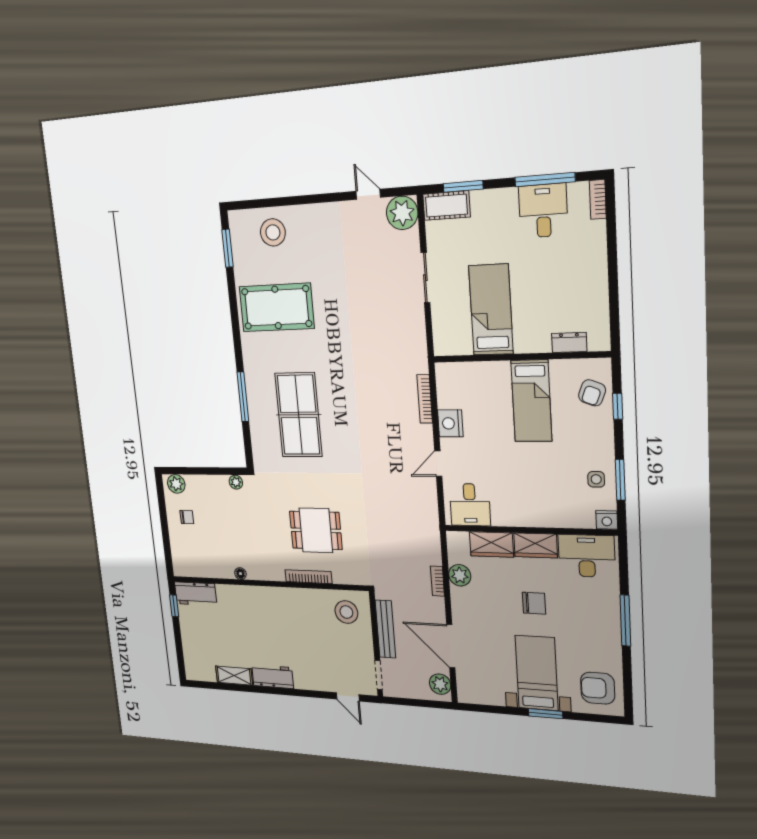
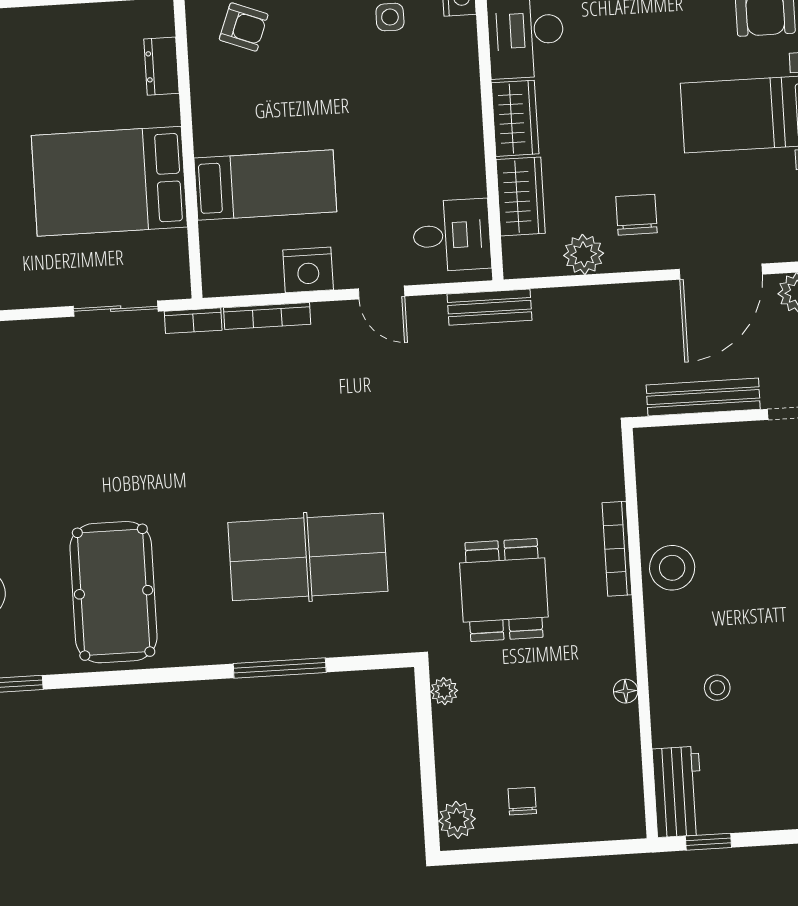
sliding door: (425, 278) -> (116, 309), moved
bed: (491, 310) -> (109, 181), width x1.50
bed: (531, 401) -> (265, 185), moved
bench: (431, 522) -> (490, 307), added
dining table: (316, 530) -> (504, 590), moved
bookcase: (437, 581) -> (193, 321), moved
chair: (534, 603) -> (637, 215), moved
stool: (346, 612) -> (672, 568), moved
stool: (244, 619) -> (717, 688), added

